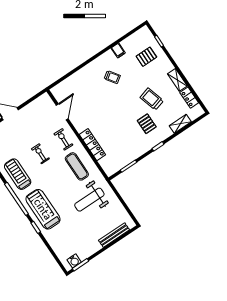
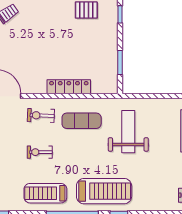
weight bench: (89, 200) -> (128, 132), turned 180
treadmill: (43, 209) -> (104, 191), turned 180

